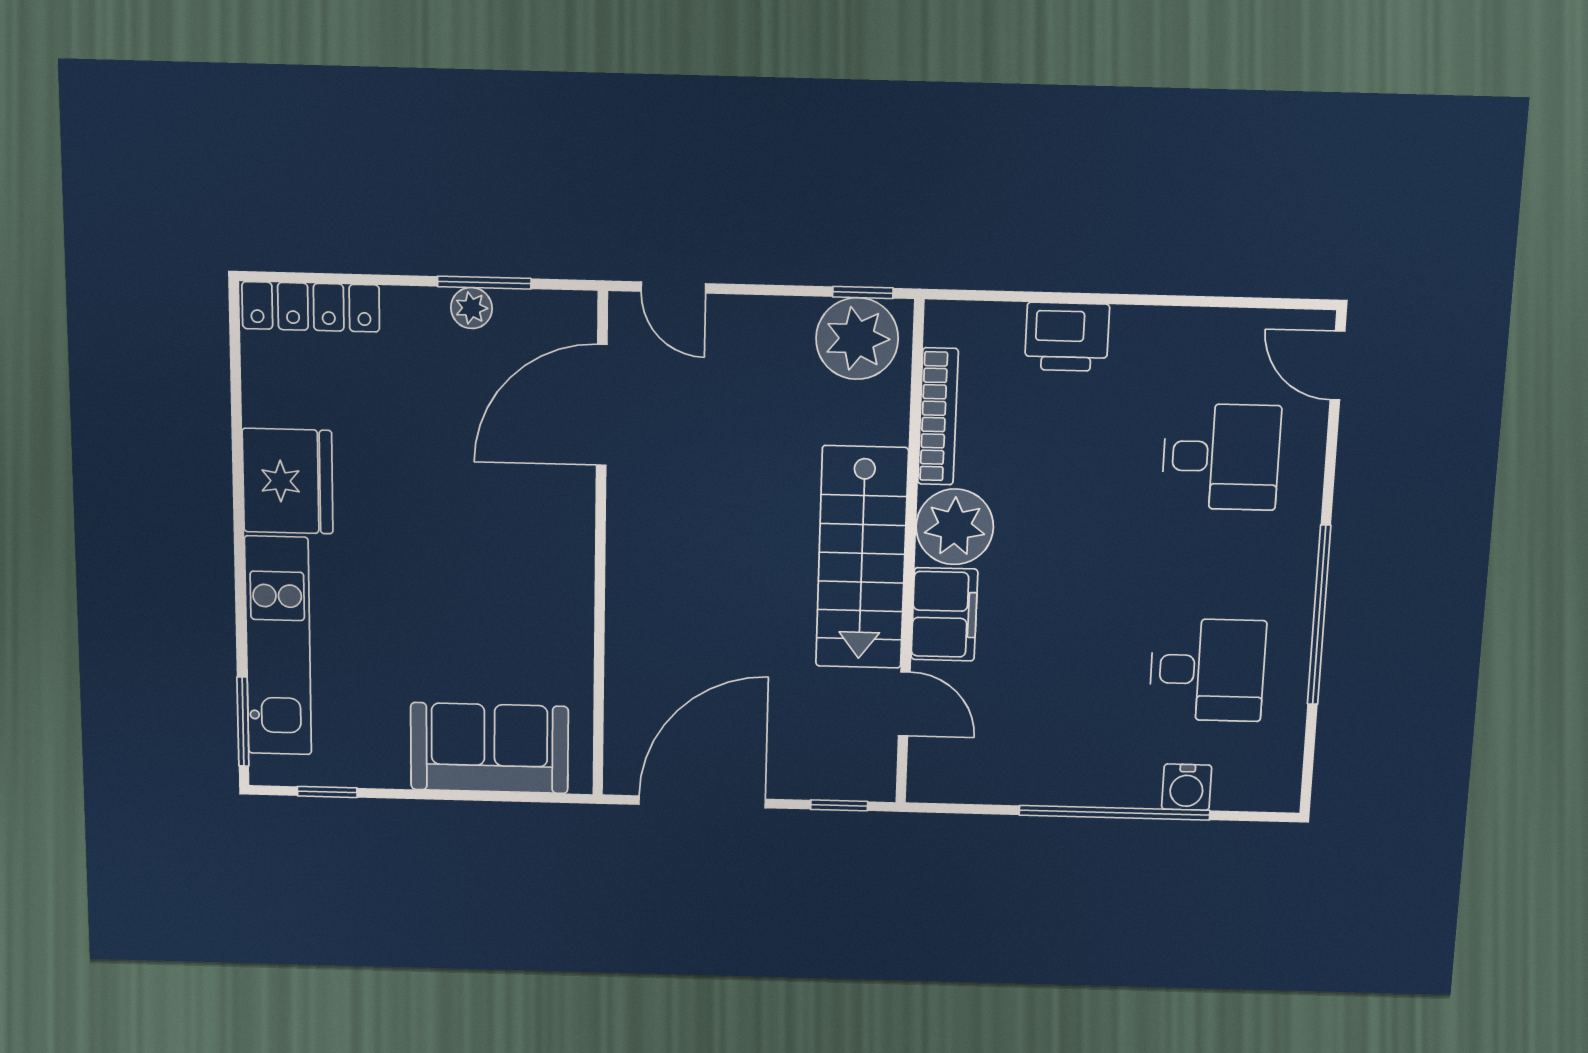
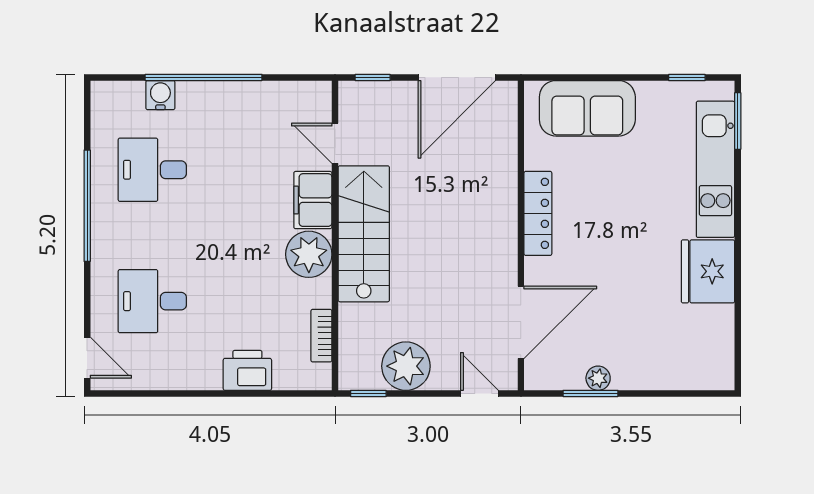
locker: (311, 307) -> (538, 213), moved, turned 90
plant: (857, 339) -> (406, 366), moved
bookcase: (938, 417) -> (321, 336), width x0.64

